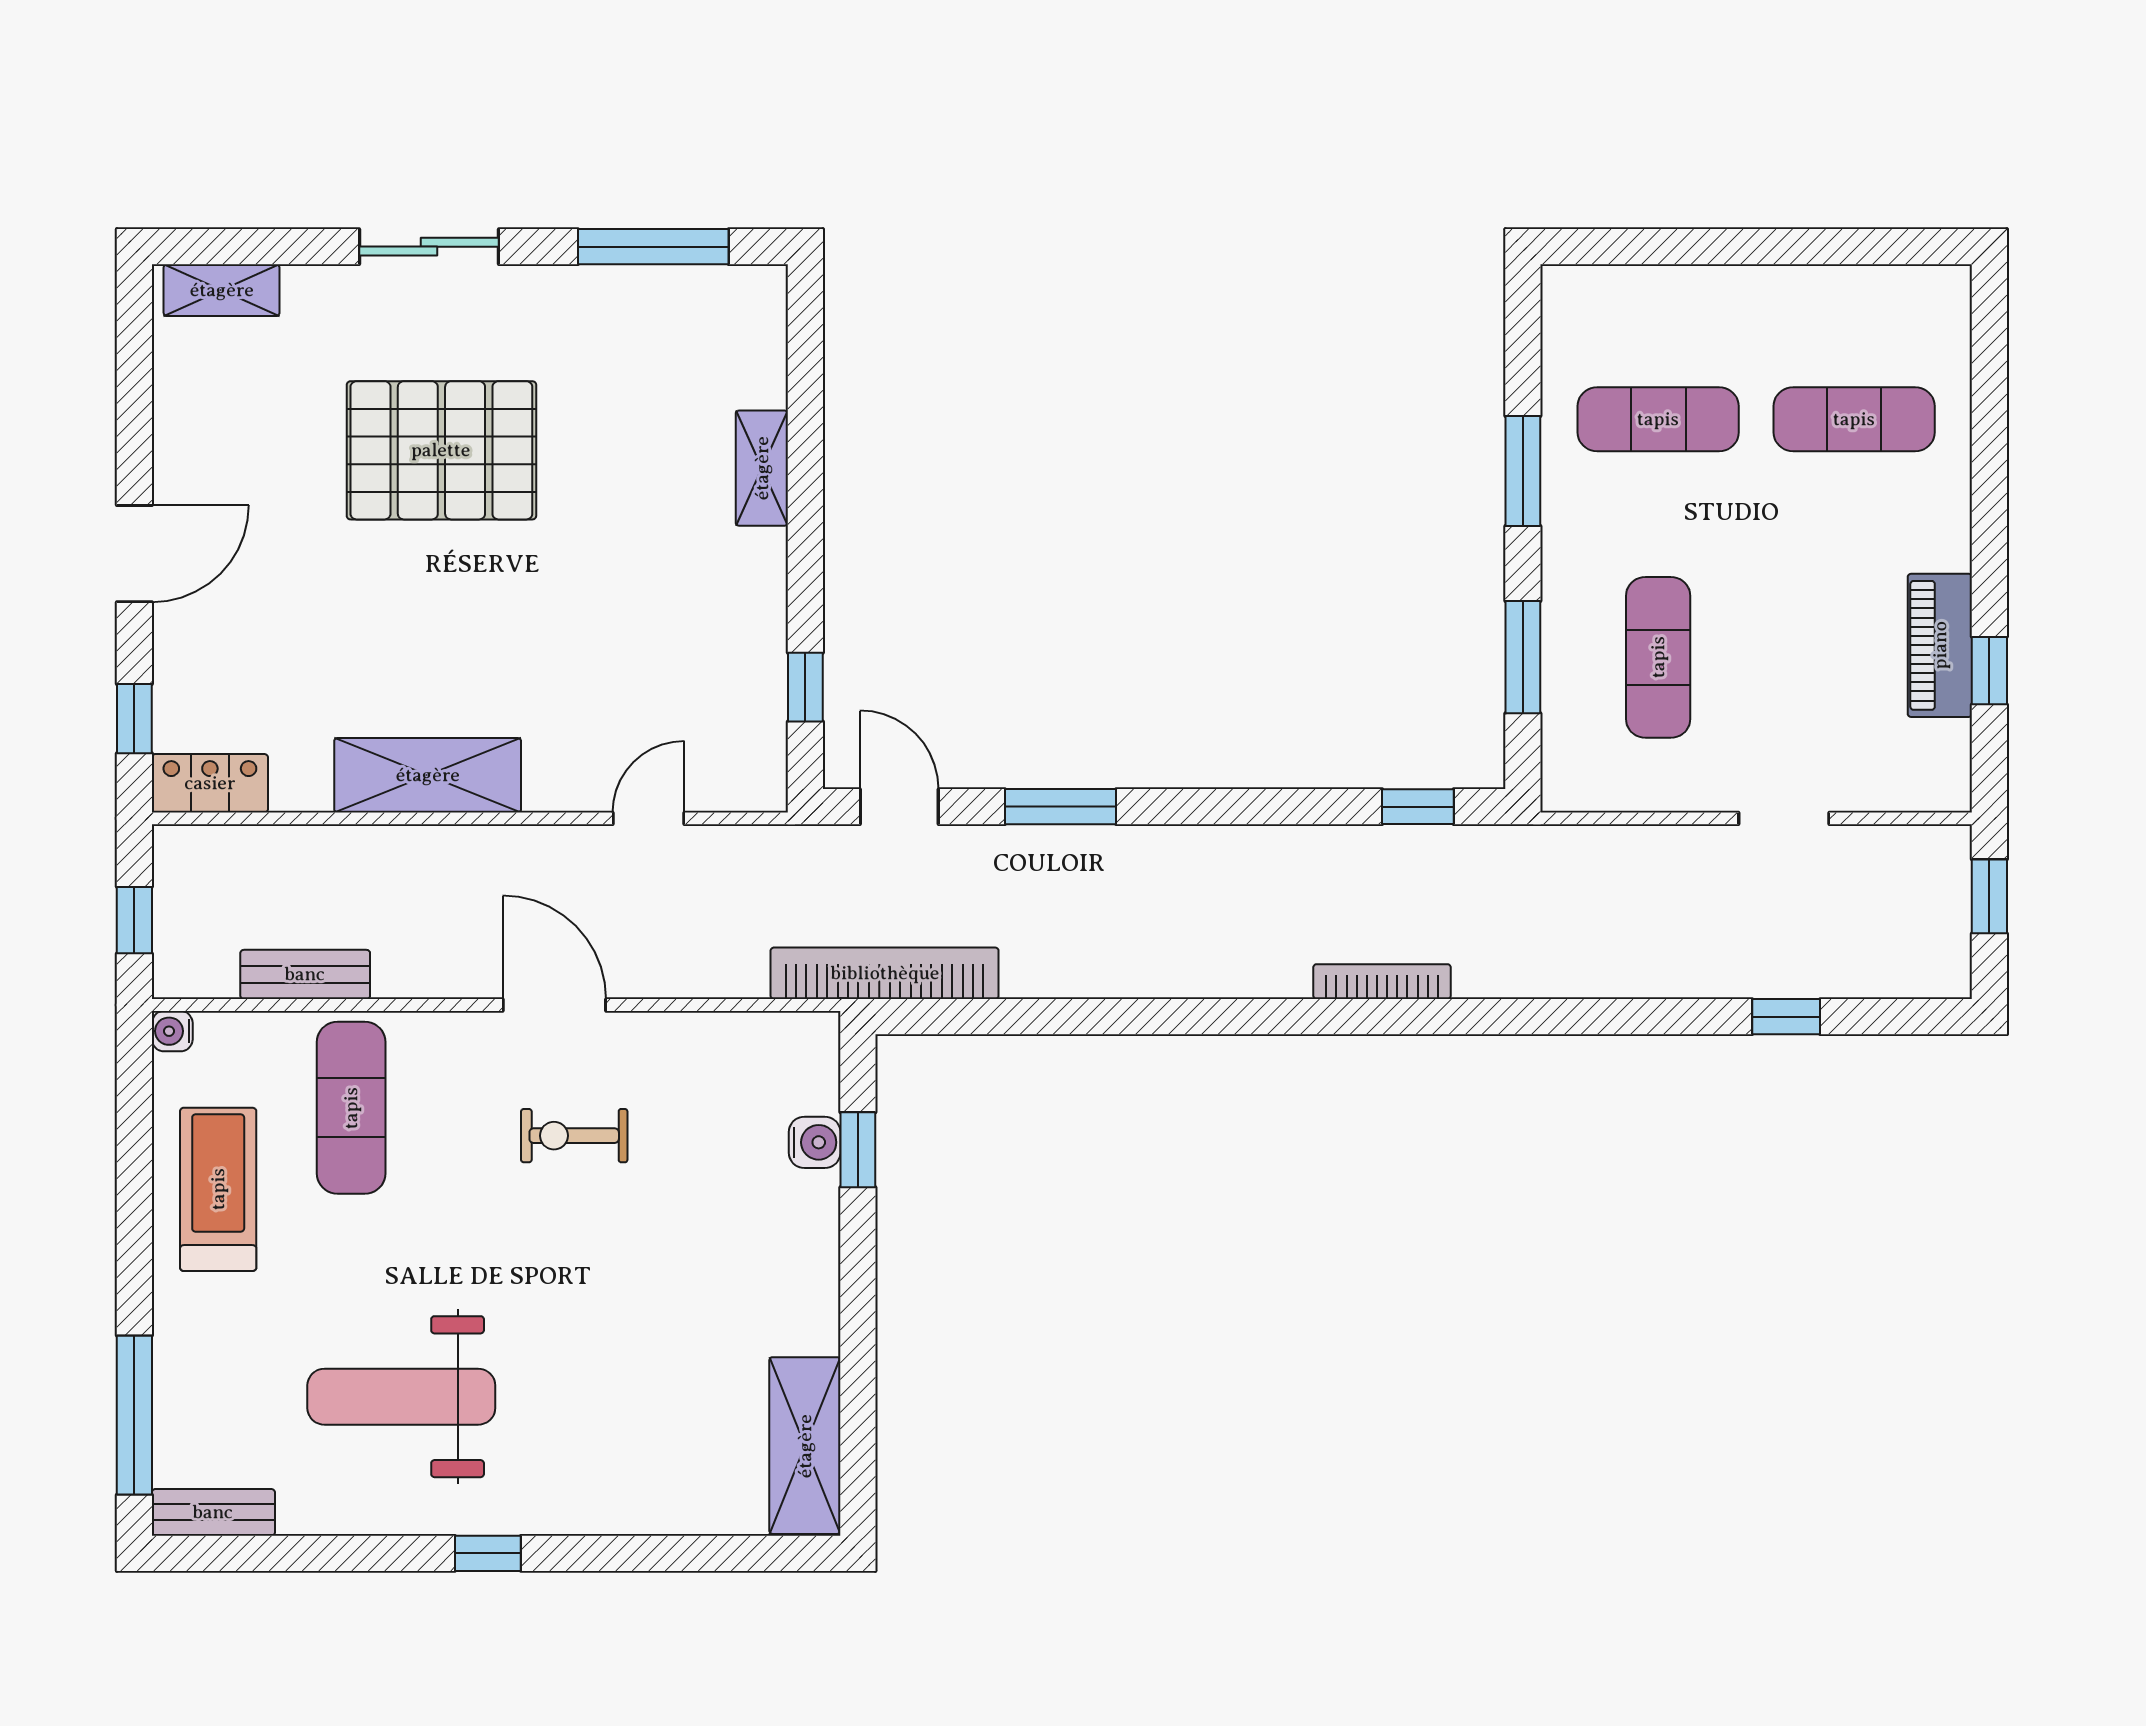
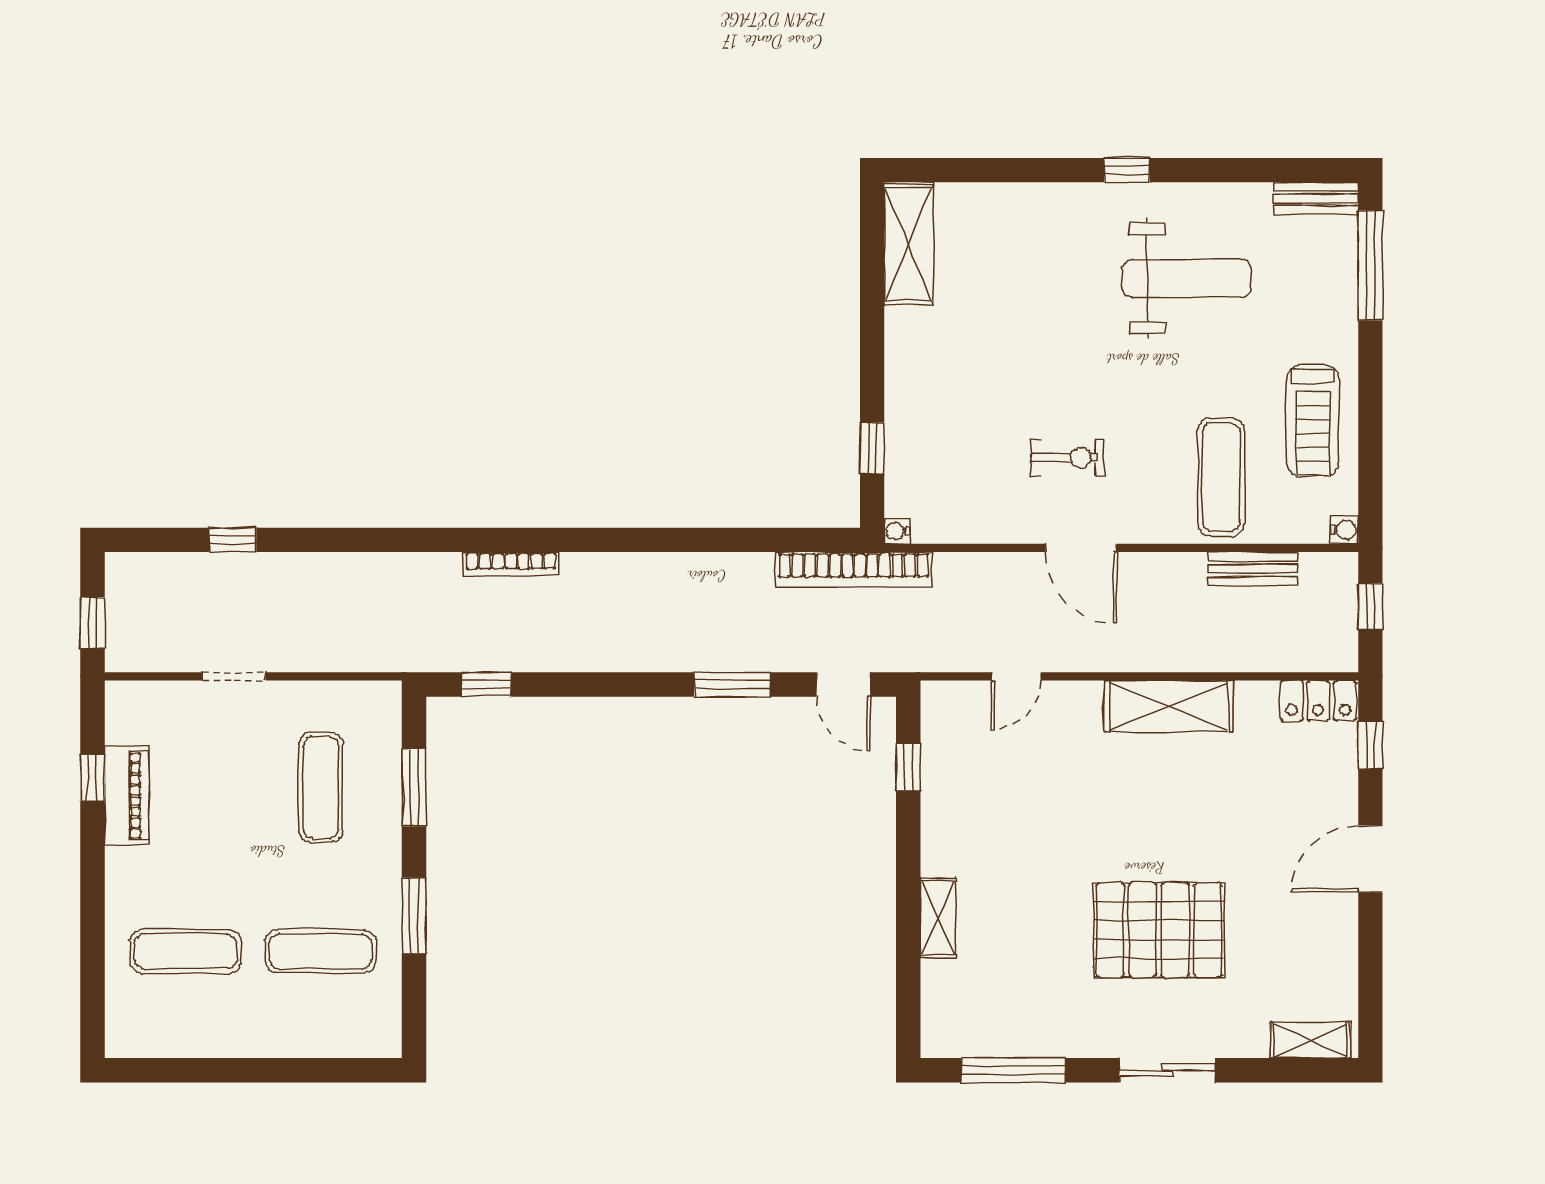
water cooler: (815, 1142) -> (897, 531), moved, width x0.72, depth x0.72

